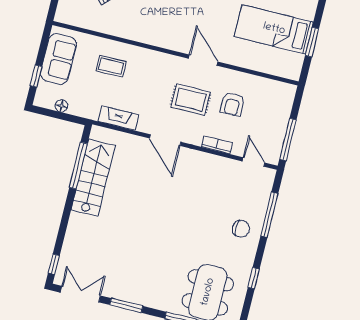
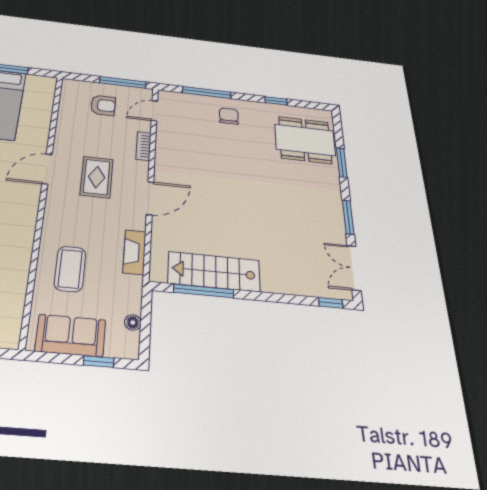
coffee table: (111, 66) -> (70, 269), width x1.36, depth x1.30
armchair: (233, 104) -> (103, 105), moved

